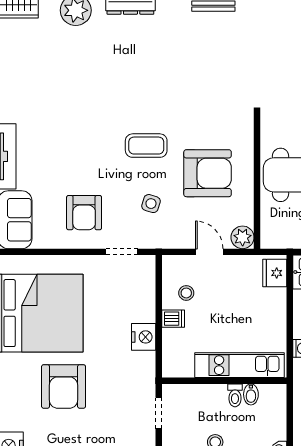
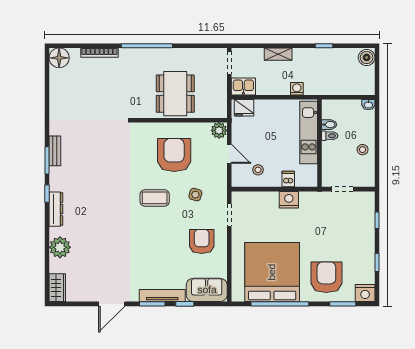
coffee table: (146, 146) -> (155, 198), turned 90
armchair: (84, 213) -> (202, 242), turned -90
door: (209, 252) -> (229, 154), swing flipped
dishwasher: (173, 319) -> (288, 179), moved
armchair: (64, 386) -> (326, 277), moved, turned -90

